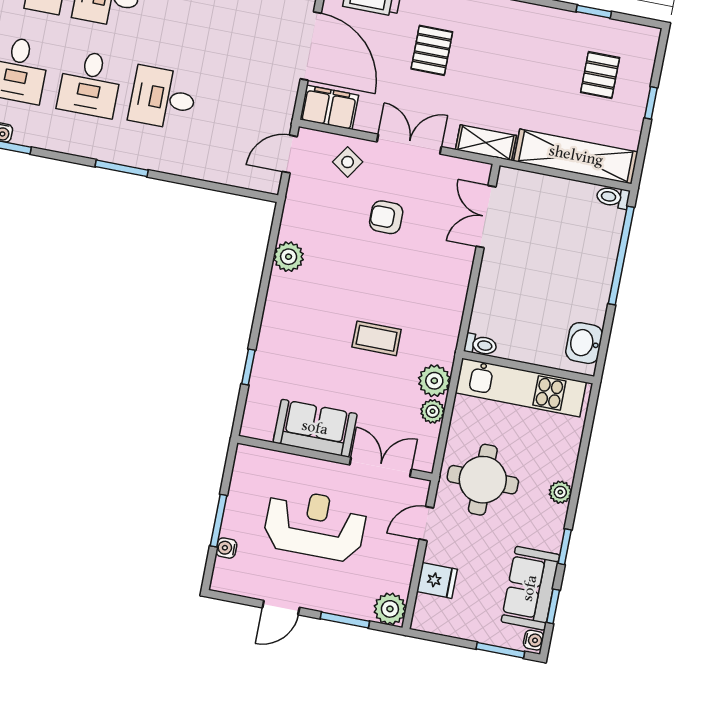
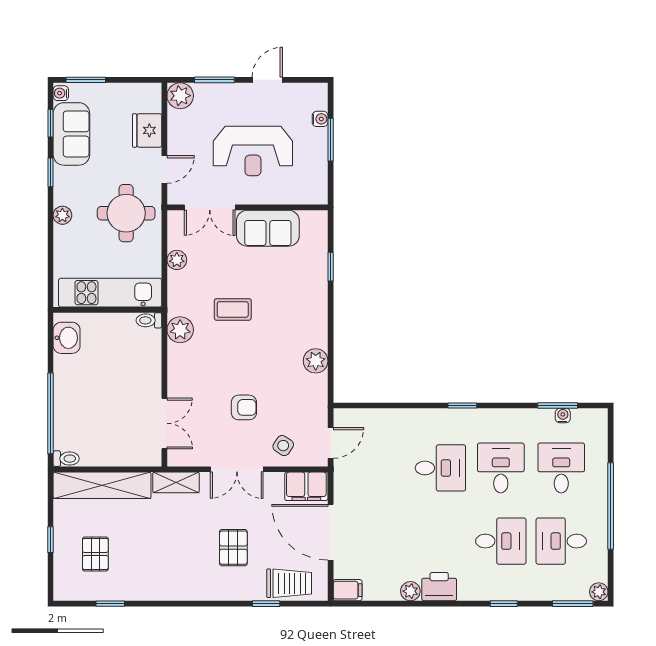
window: (122, 168) -> (462, 405), width x0.67
plant: (434, 381) -> (180, 330), moved
fridge: (437, 580) -> (147, 130), width x1.38

